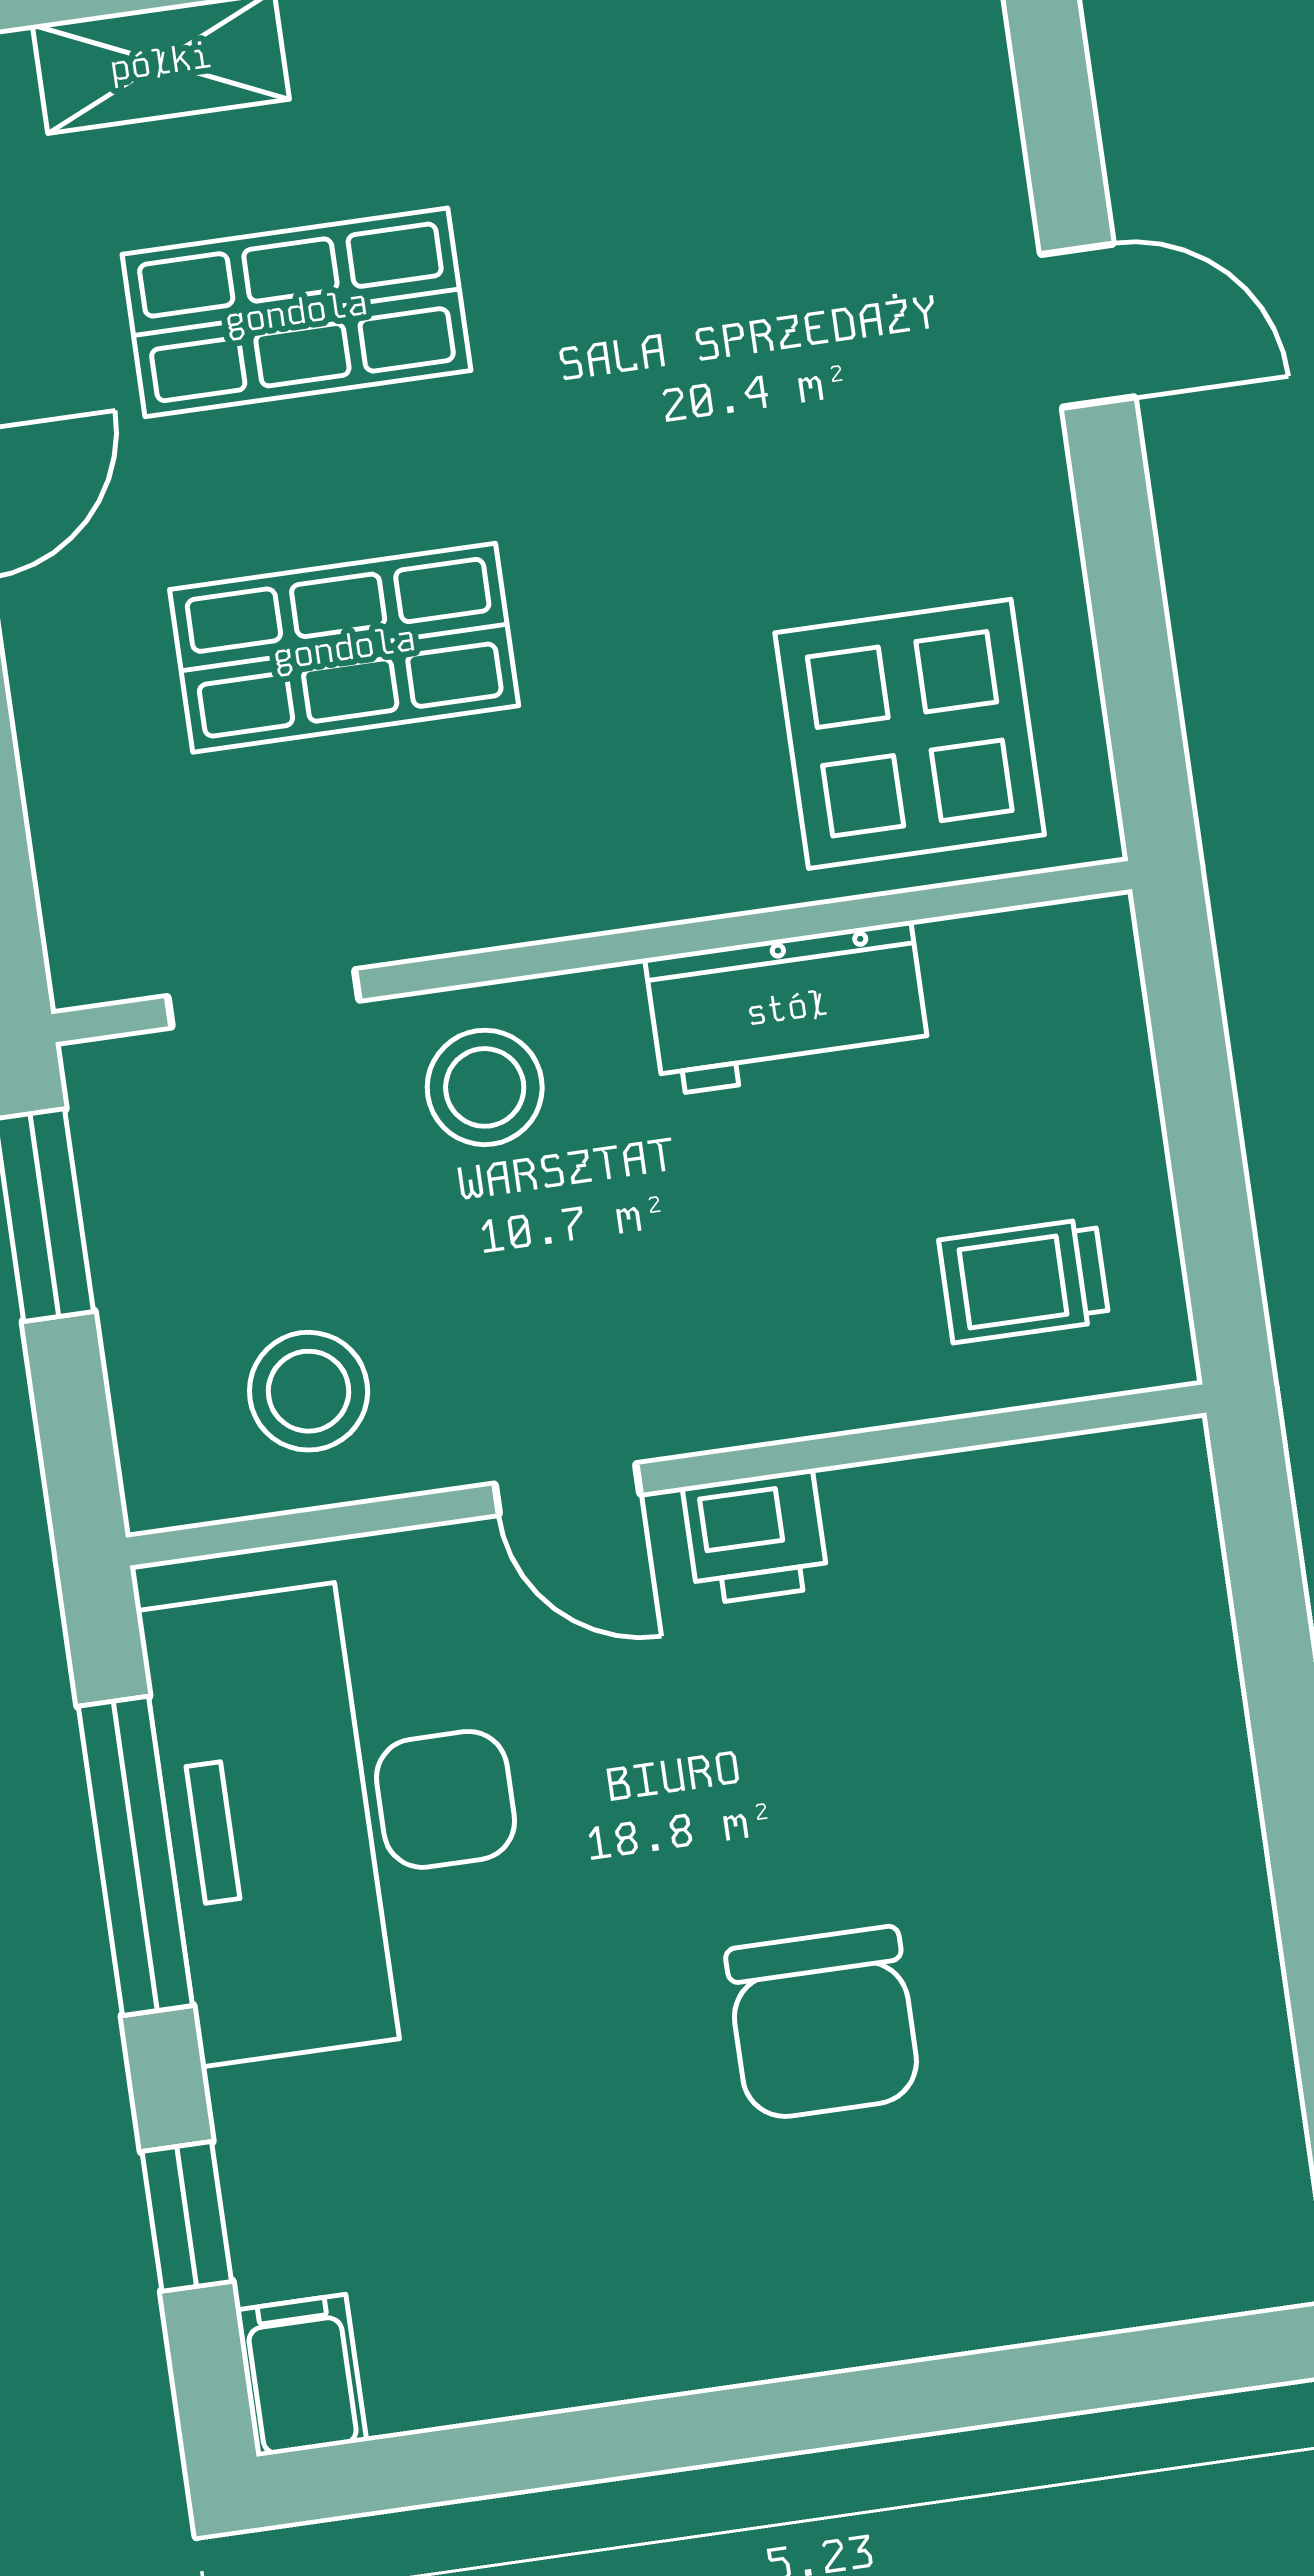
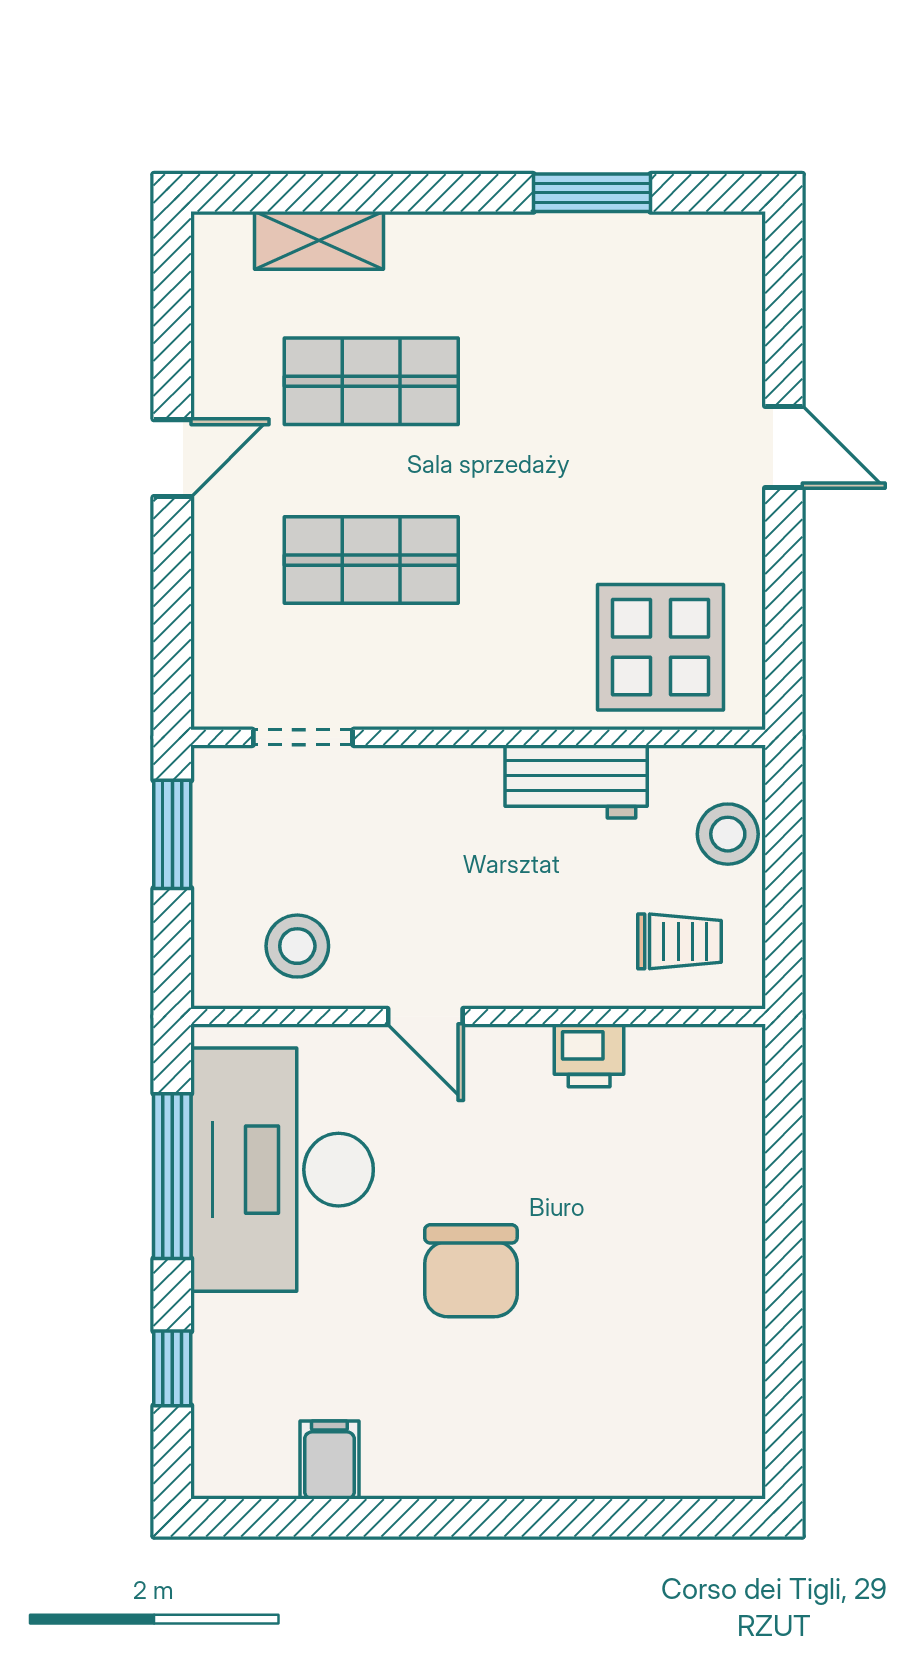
stool: (485, 1087) -> (728, 834), moved
trolley: (1024, 1280) -> (679, 941), turned 180
printer: (756, 1537) -> (589, 1055), moved
chair: (823, 2024) -> (471, 1271), moved
filing cabinet: (301, 2375) -> (329, 1460), moved

